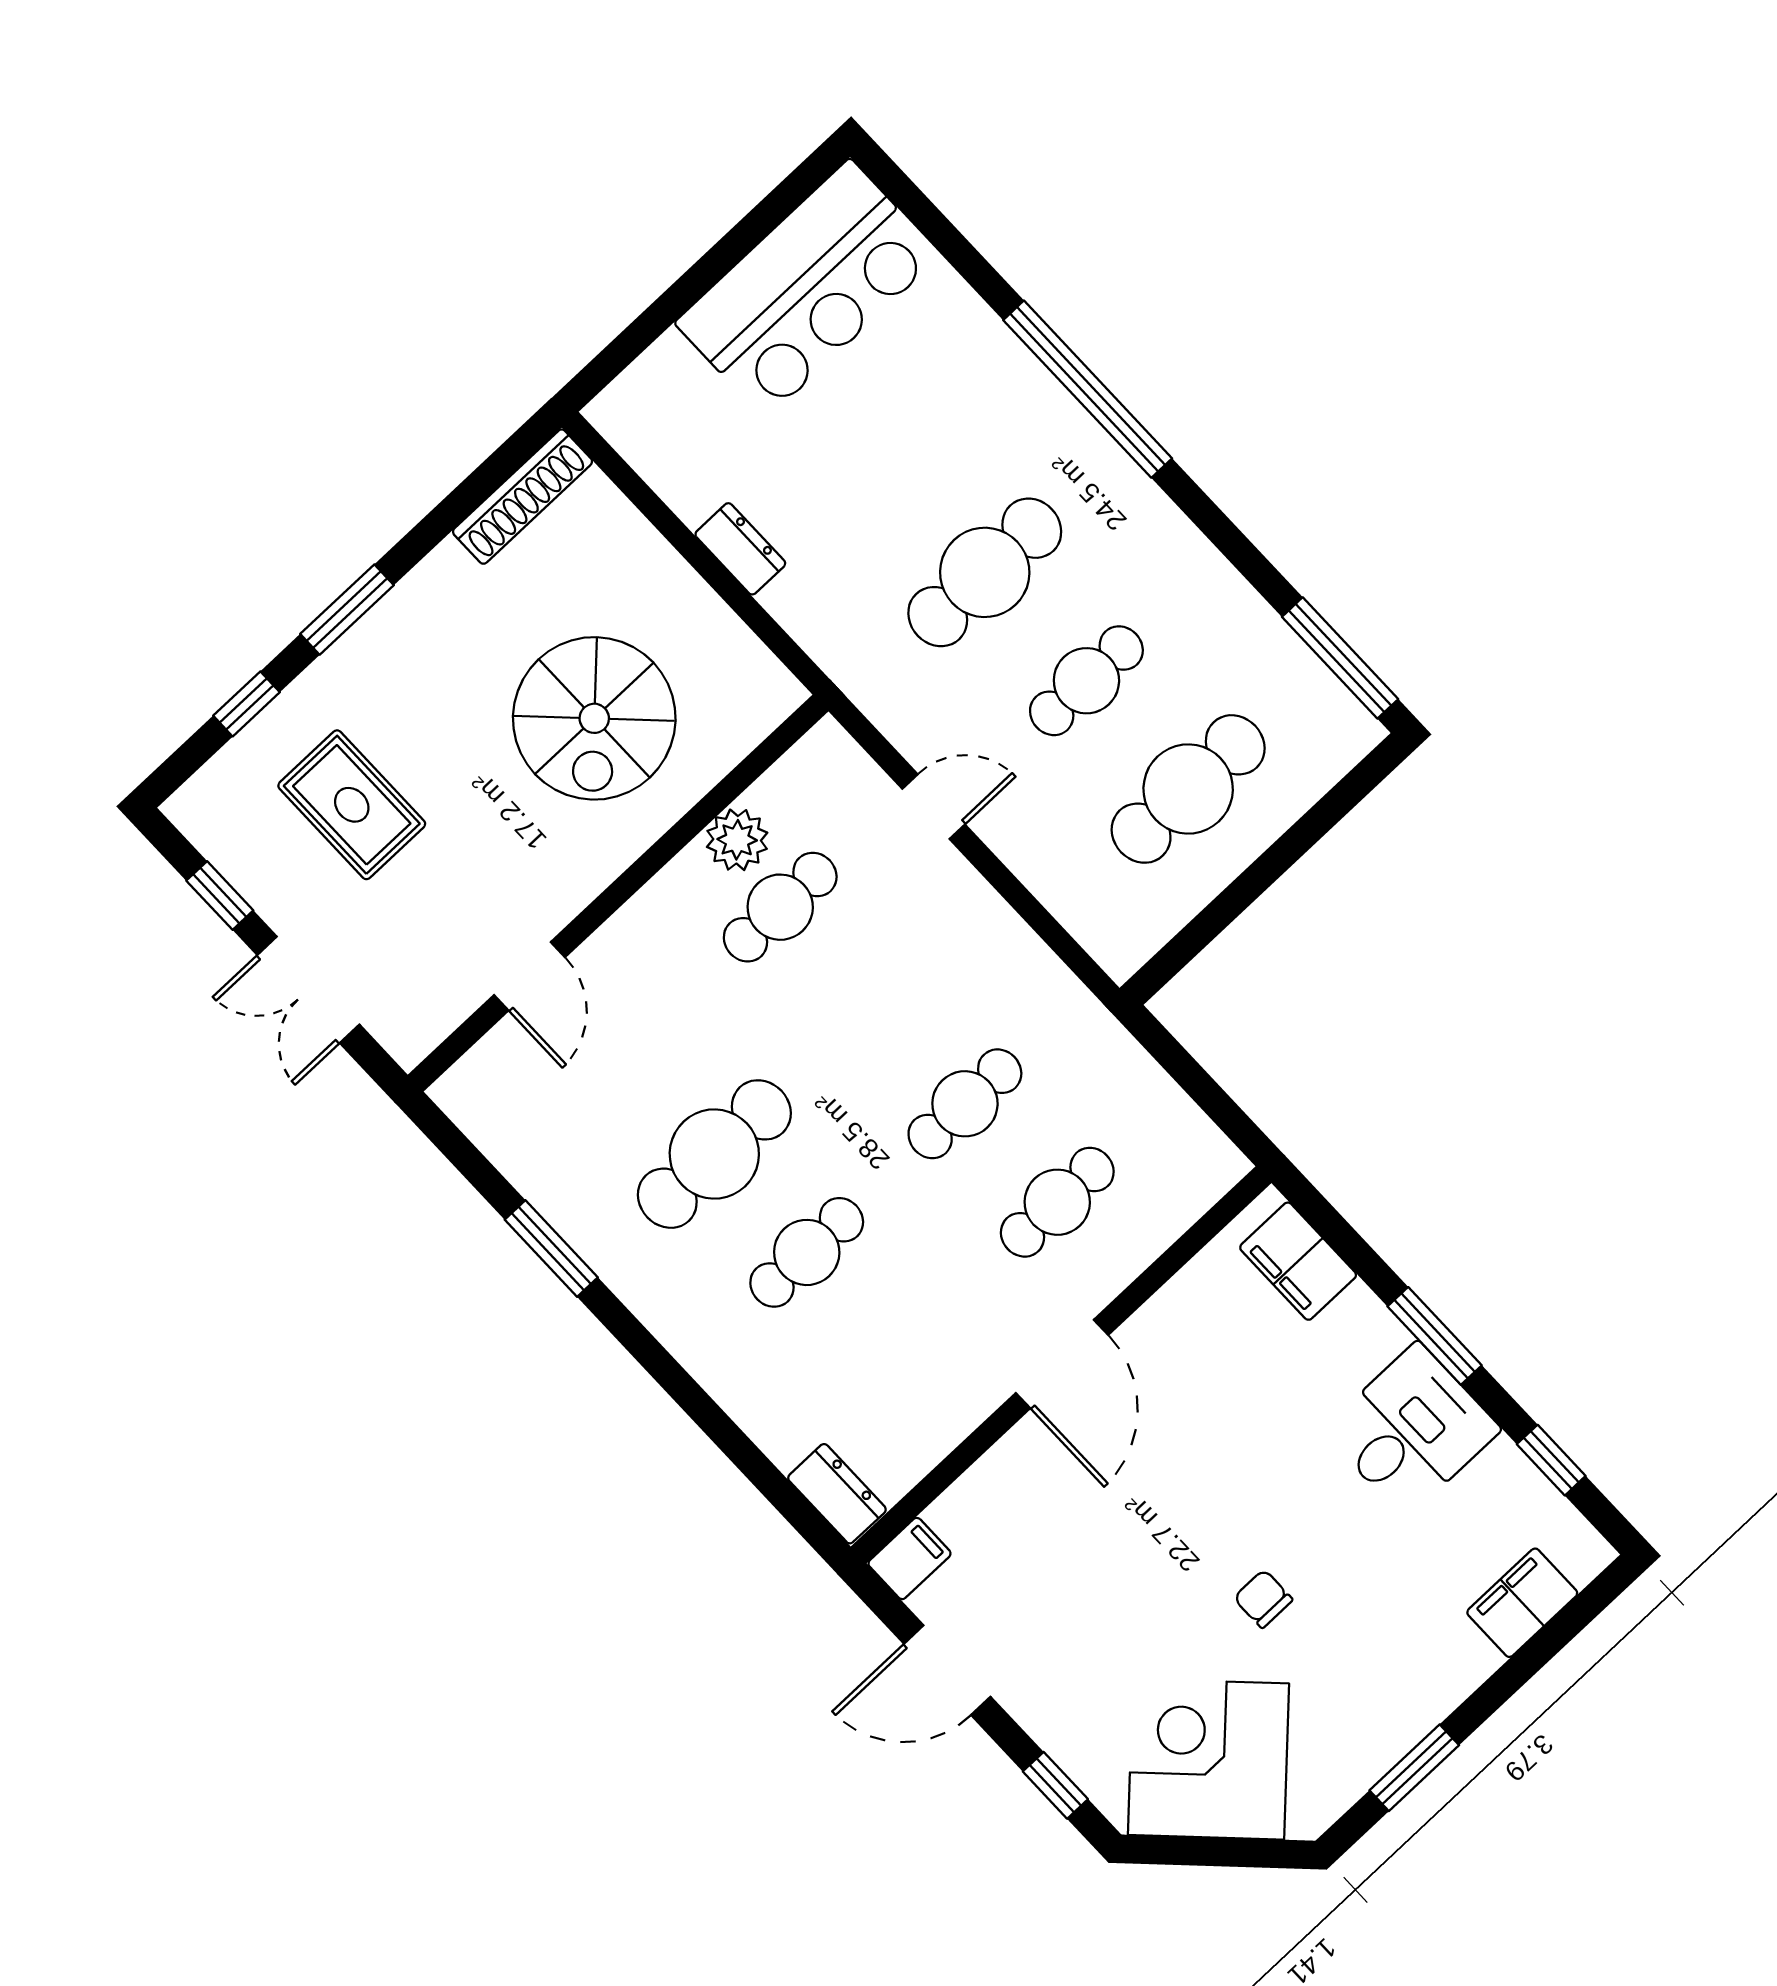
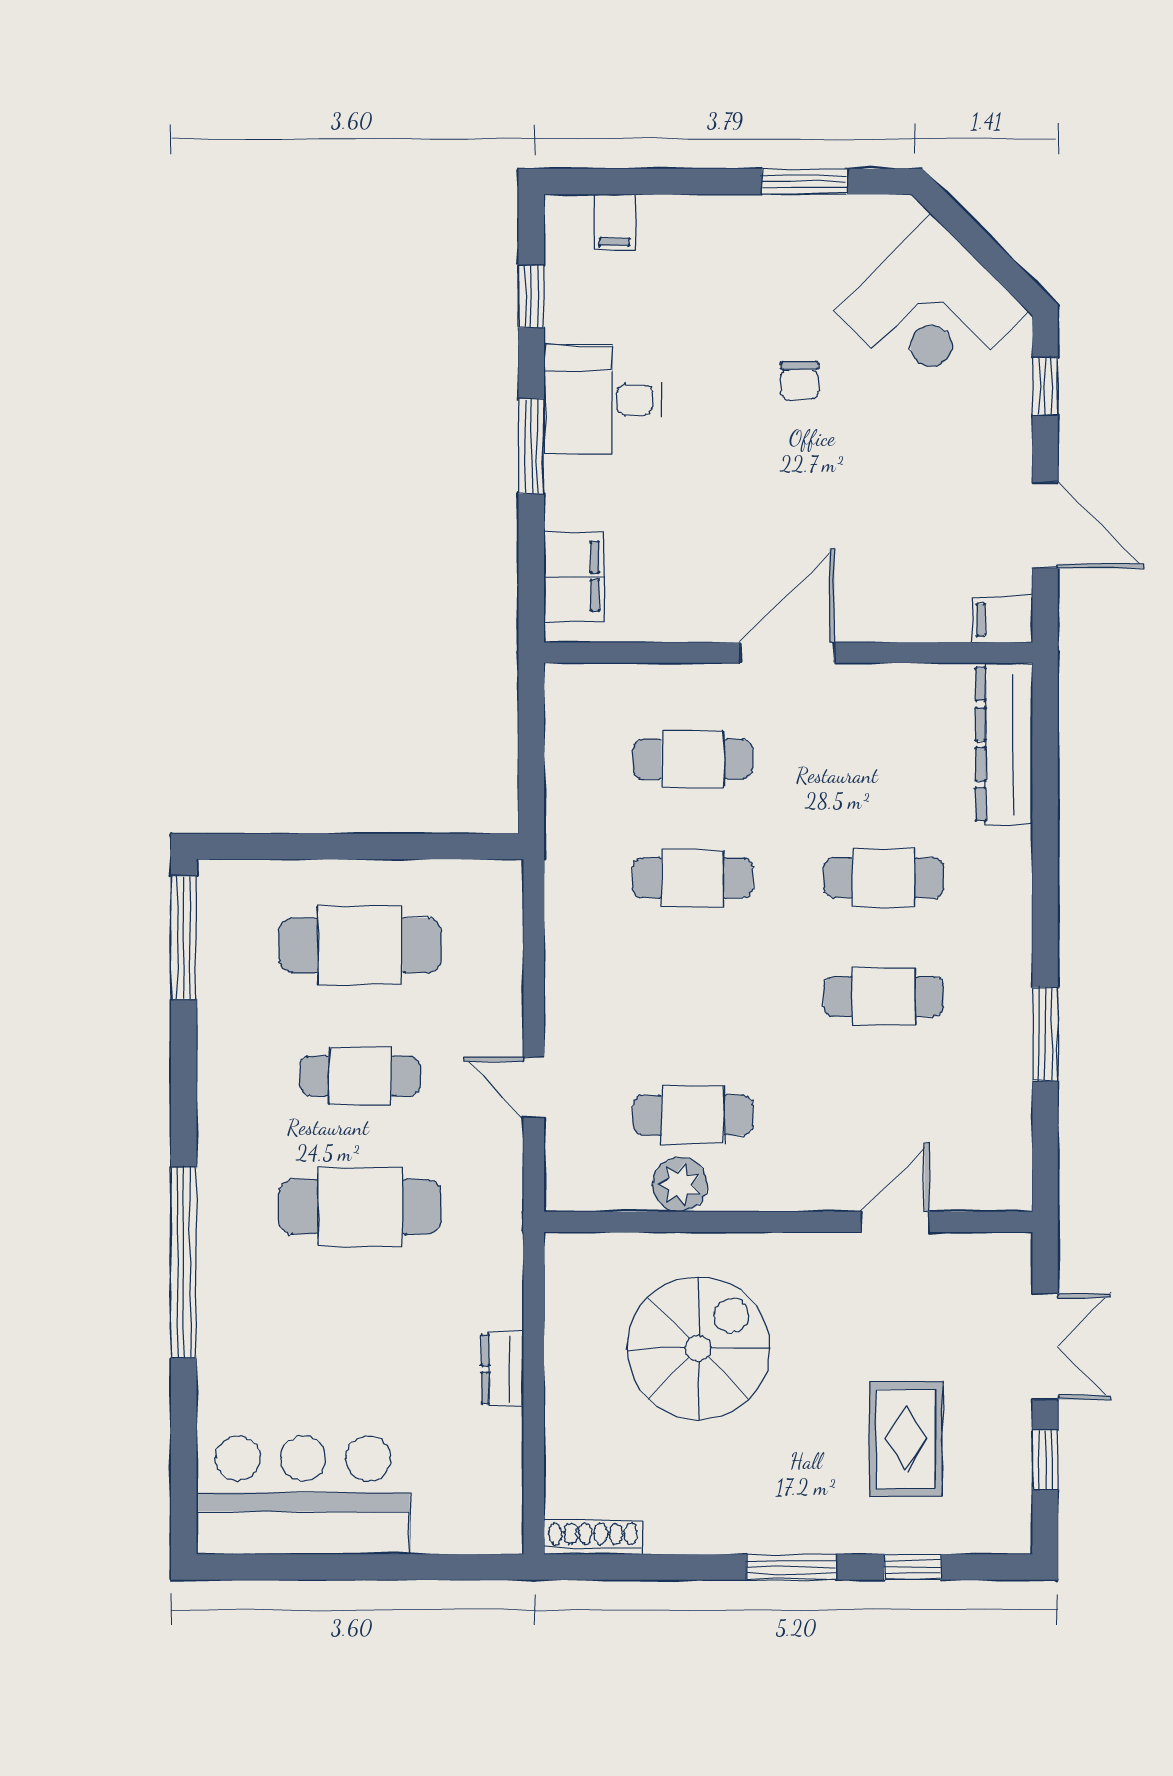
shoe rack: (523, 497) -> (593, 1538), width x0.74, depth x0.81
cafe table: (714, 1154) -> (884, 997), width x0.73, depth x0.74
dresser: (837, 1494) -> (1004, 744), width x1.96, depth x1.24
filing cabinet: (1522, 1603) -> (615, 222), width x0.50

